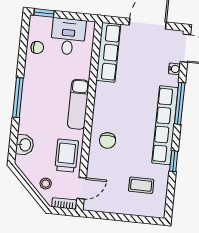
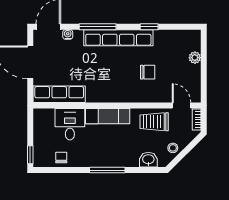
desk: (68, 37) -> (70, 124), moved, turned 90
chair: (108, 140) -> (148, 72), moved
stool: (46, 184) -> (173, 148), moved
coffee table: (141, 185) -> (173, 53), removed
plant: (134, 209) -> (195, 58), added

